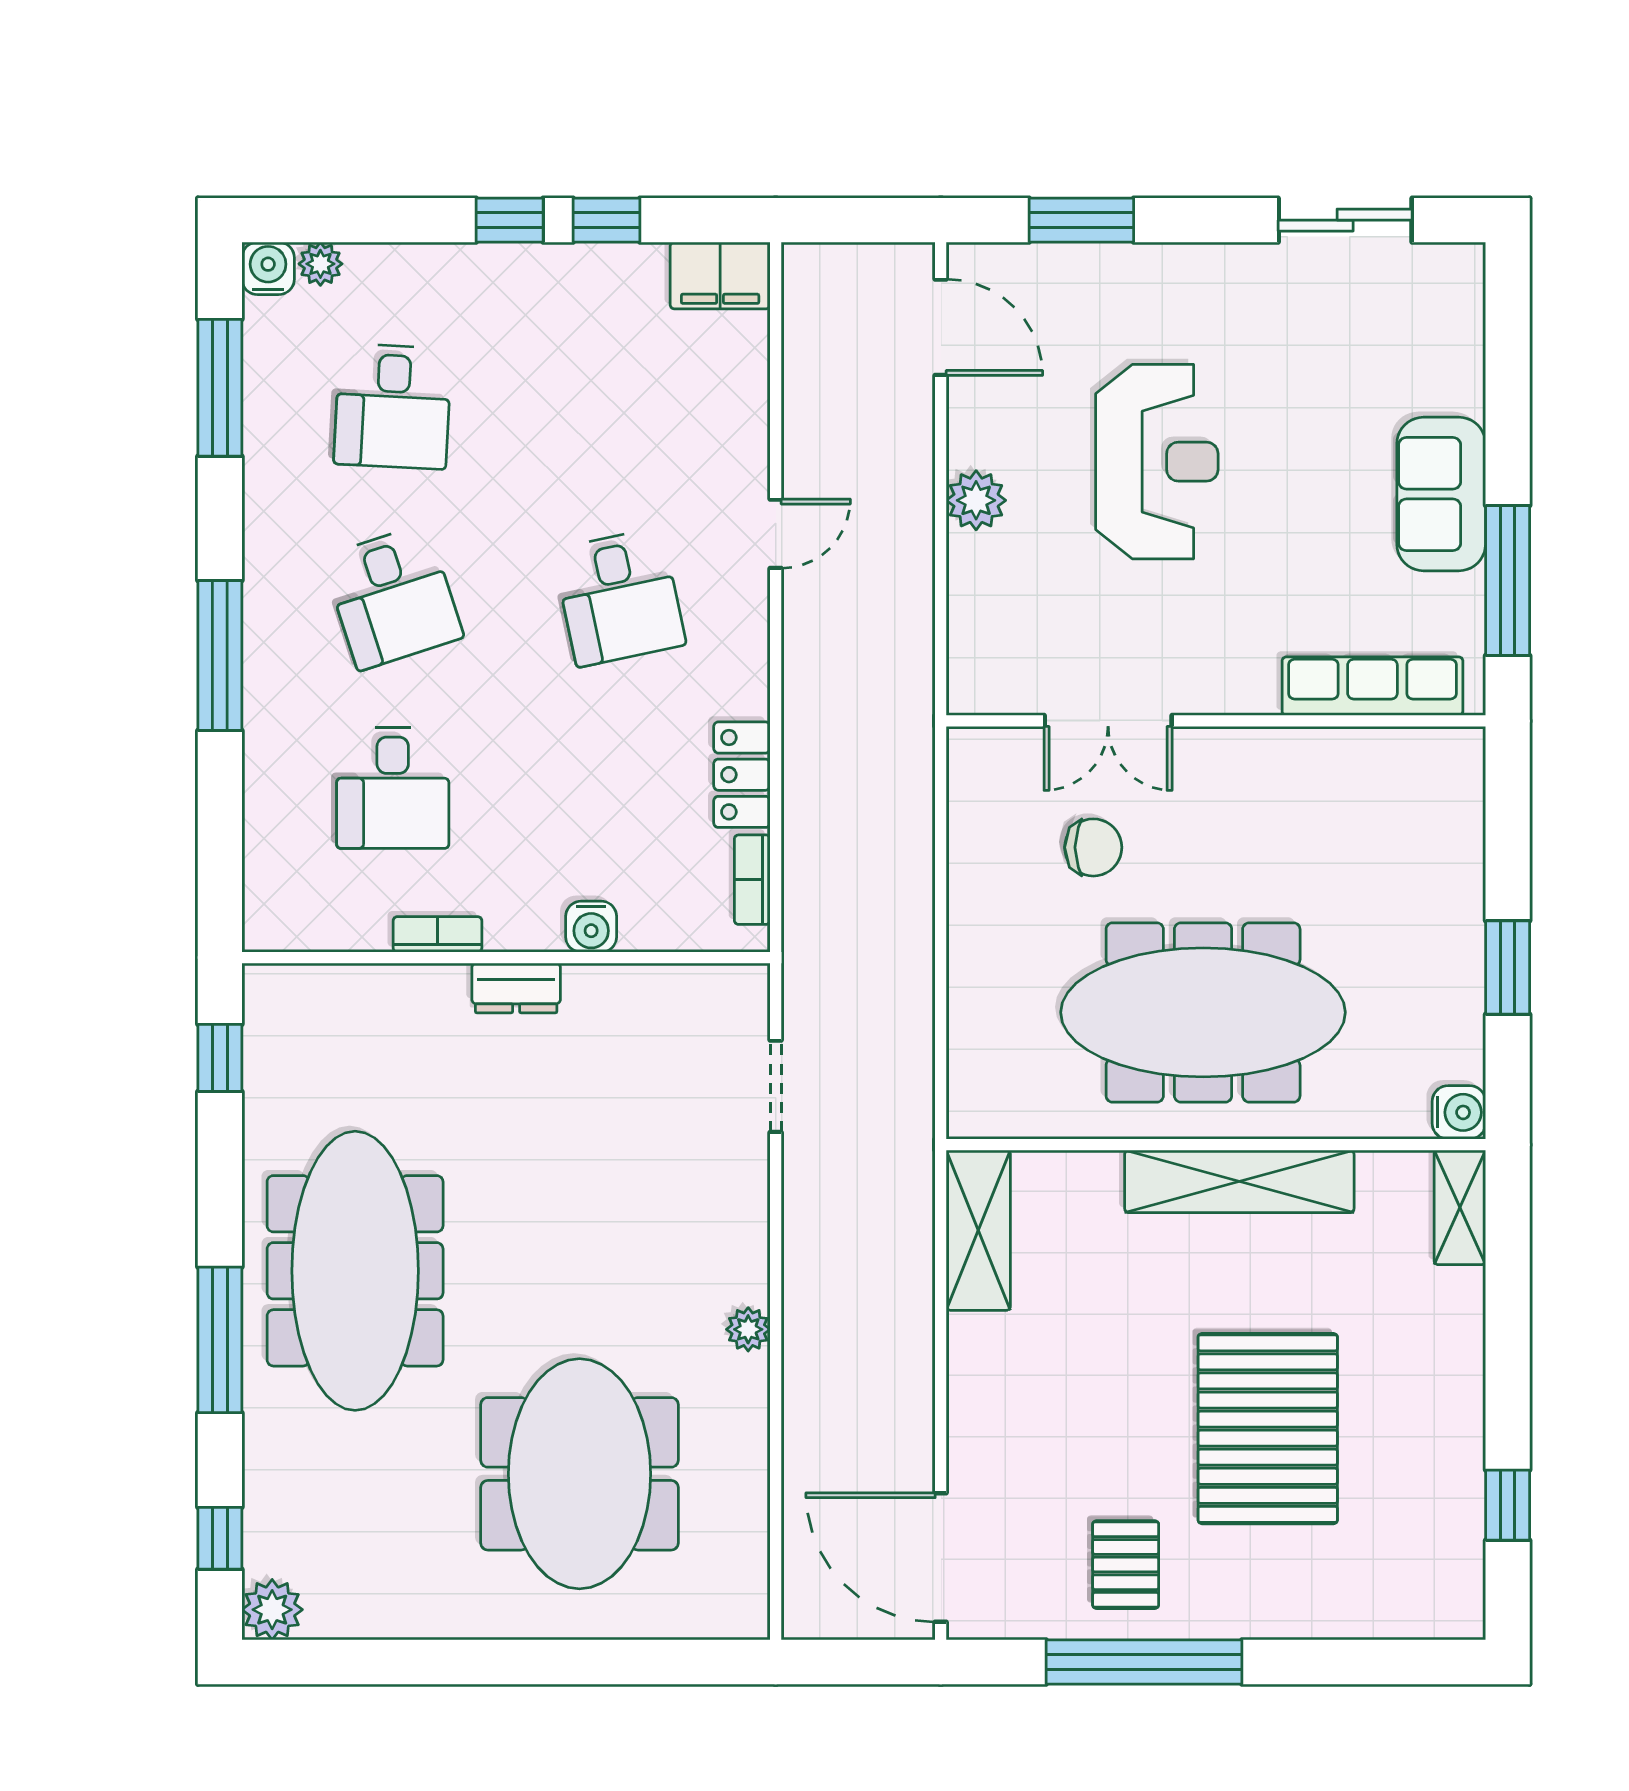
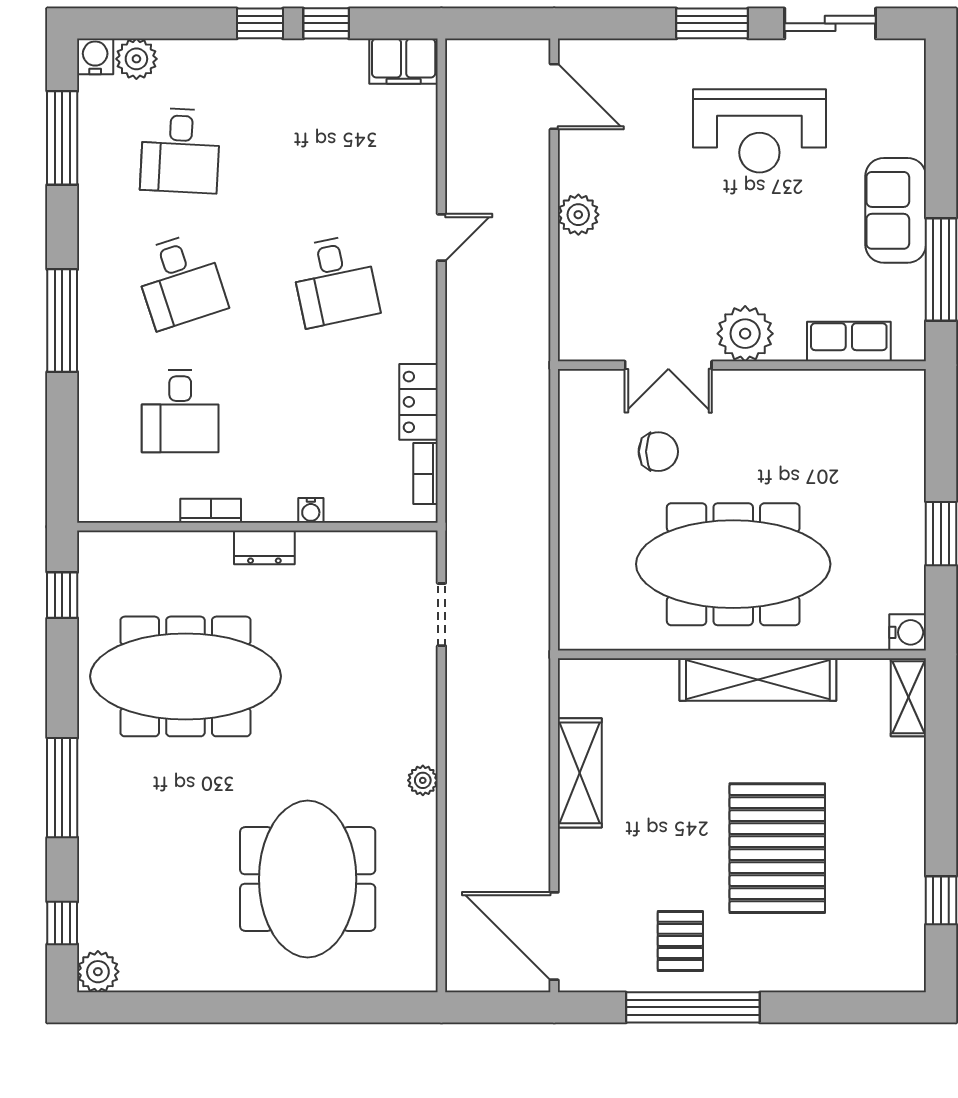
window: (1081, 220) -> (712, 23), moved
plant: (320, 264) -> (136, 59), width x1.38, depth x1.38
reception desk: (1157, 462) -> (759, 131), moved, turned 90
plant: (1221, 675) -> (745, 334), added
row of seats: (1372, 686) -> (849, 341), width x0.68
water cooler: (591, 927) -> (311, 510), width x0.72, depth x0.72
shelving: (978, 1230) -> (580, 773), moved
meeting table: (355, 1271) -> (185, 676), moved, turned 90

